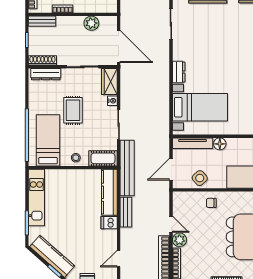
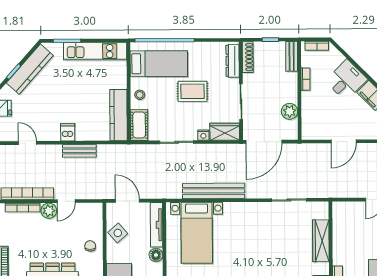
dresser: (179, 72) -> (236, 209), removed
bench: (127, 168) -> (214, 191), moved
kitchen counter: (109, 192) -> (118, 115), moved, turned -90

